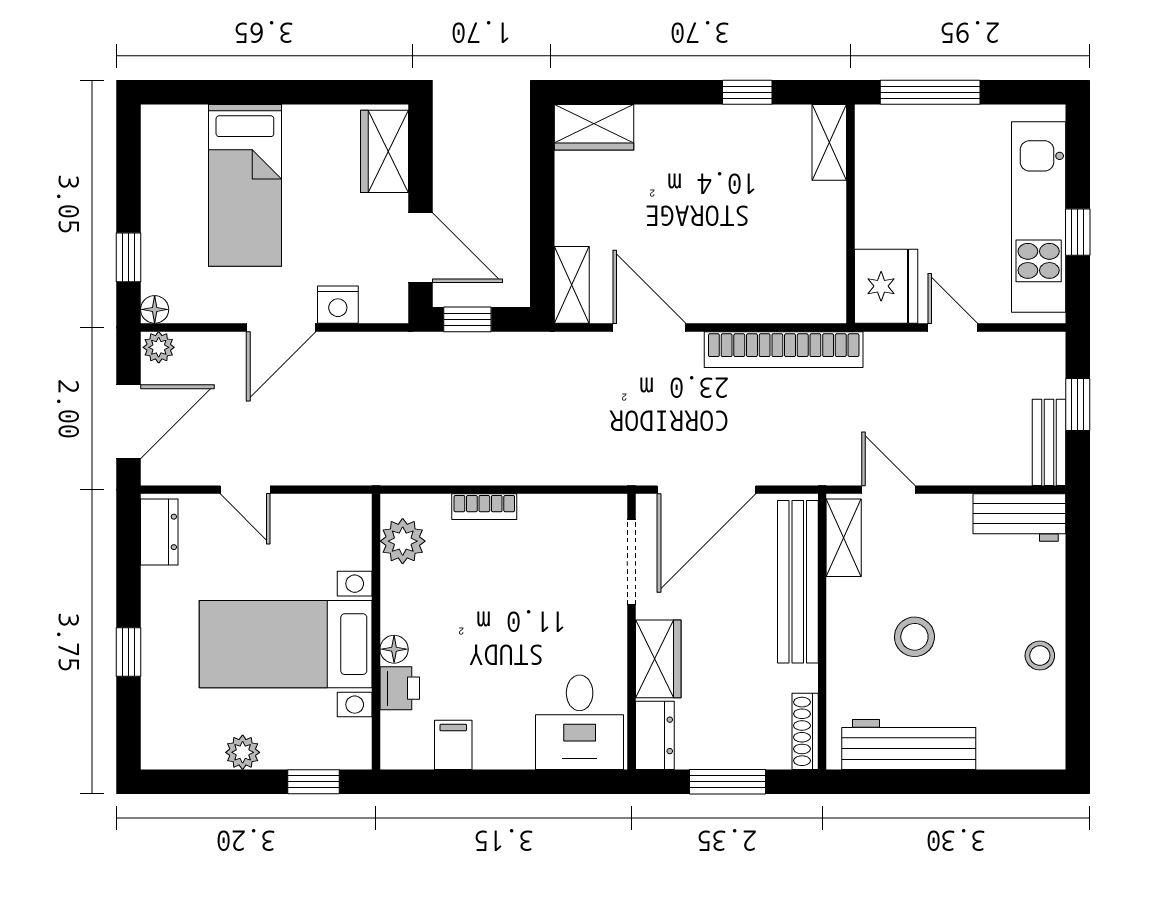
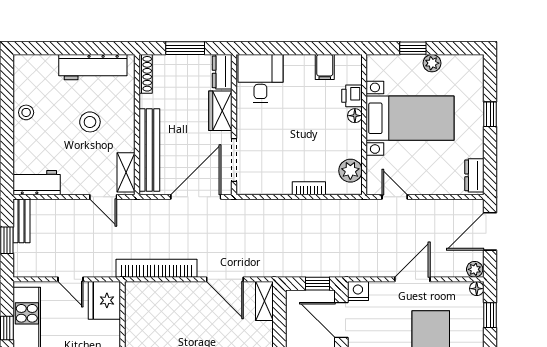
nightstand: (338, 305) -> (358, 291), moved
door: (245, 490) -> (395, 197), moved
window: (313, 782) -> (413, 48), moved

